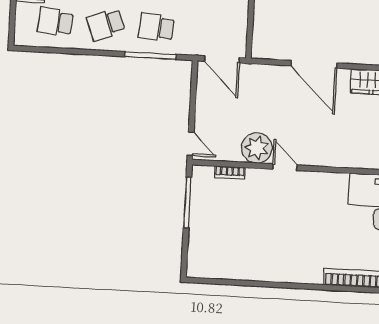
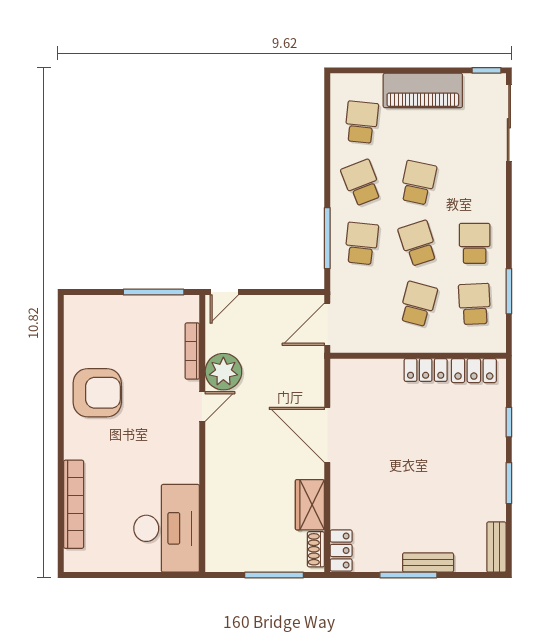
door: (314, 64) -> (327, 435), hinge flipped
bookcase: (230, 173) -> (192, 351), width x1.56
armchair: (269, 254) -> (97, 393), added

